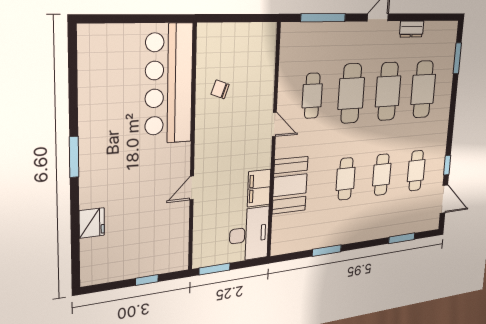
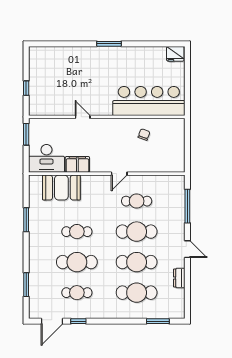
cafe table: (382, 175) -> (77, 262), width x1.37, depth x1.35
booth: (290, 185) -> (61, 188), moved
fridge: (92, 223) -> (175, 54), moved

